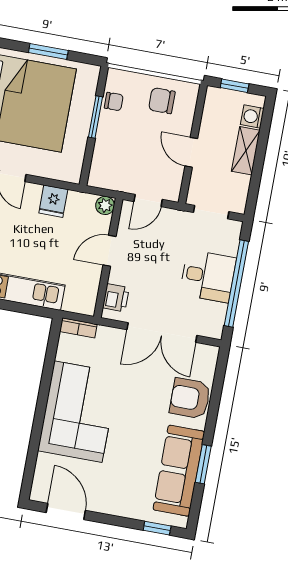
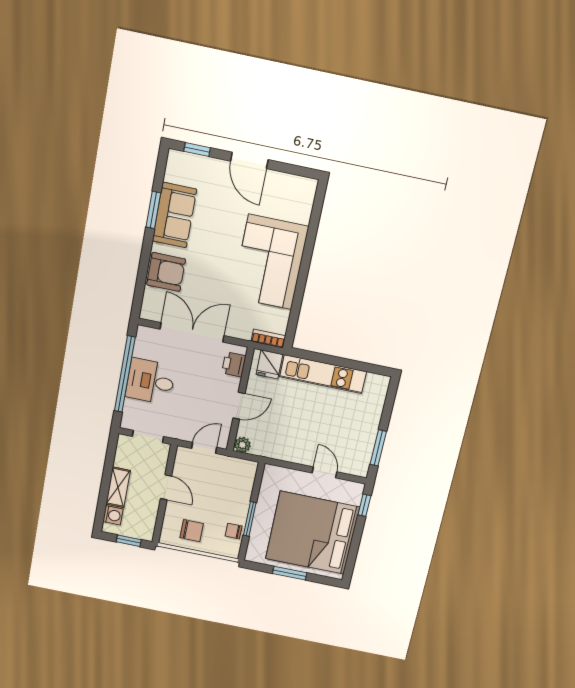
fridge: (53, 201) -> (269, 364), moved, turned 180
sofa: (179, 471) -> (174, 215), width x0.73
door: (66, 511) -> (249, 160), moved

